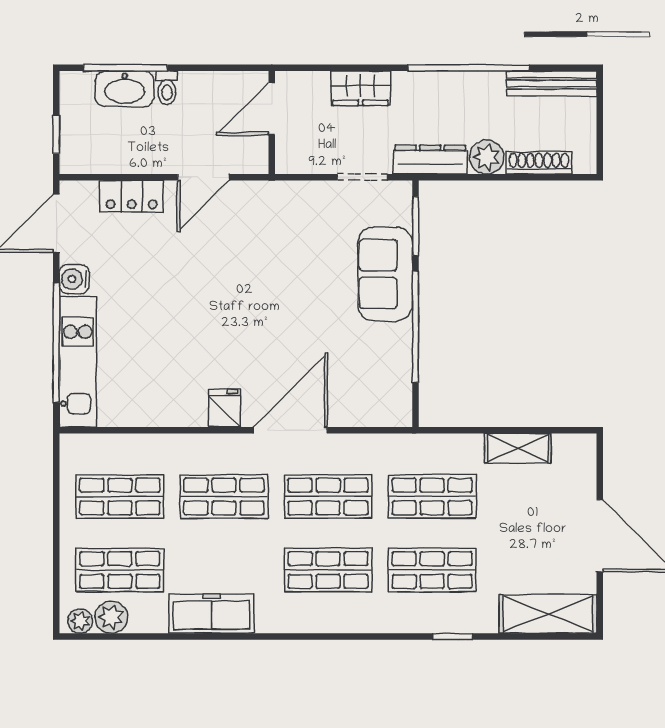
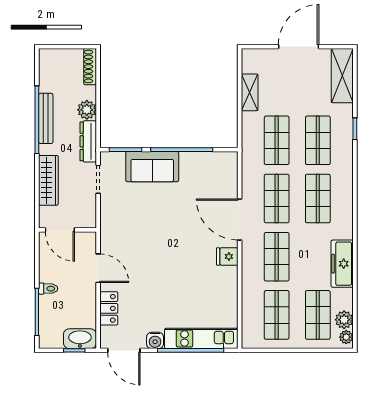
bench: (552, 84) -> (46, 118), moved
wardrobe: (360, 88) -> (48, 180), width x1.50
washbasin: (125, 89) -> (80, 339), moved, turned -90
shoe rack: (539, 163) -> (90, 67), moved

